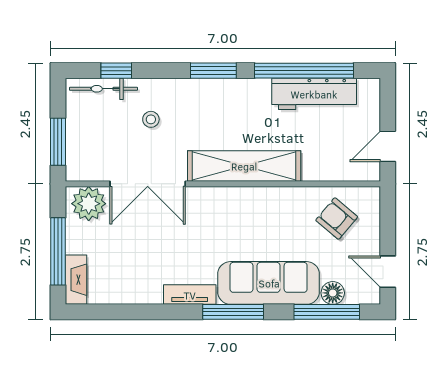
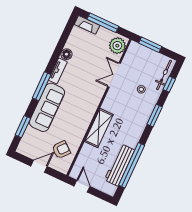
window: (213, 71) -> (155, 116), moved
shelving: (244, 166) -> (99, 128), width x0.68
double door: (148, 184) -> (114, 75), width x0.73
door: (388, 272) -> (39, 166), moved
floor lamp: (333, 293) -> (66, 54), moved
window: (327, 312) -> (23, 127), width x0.69

